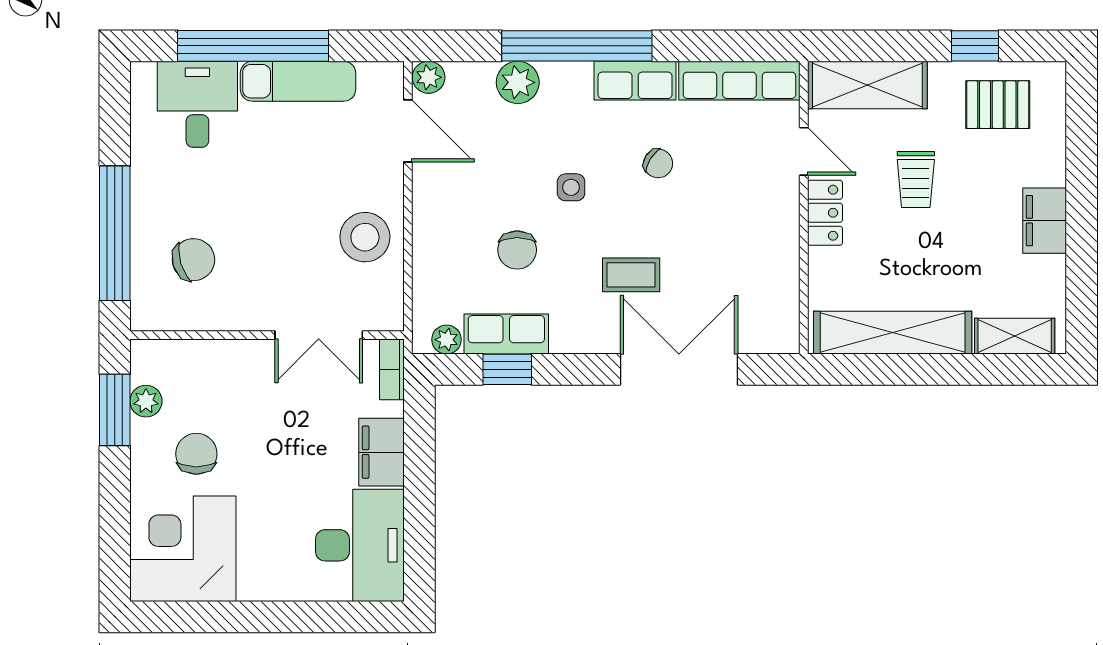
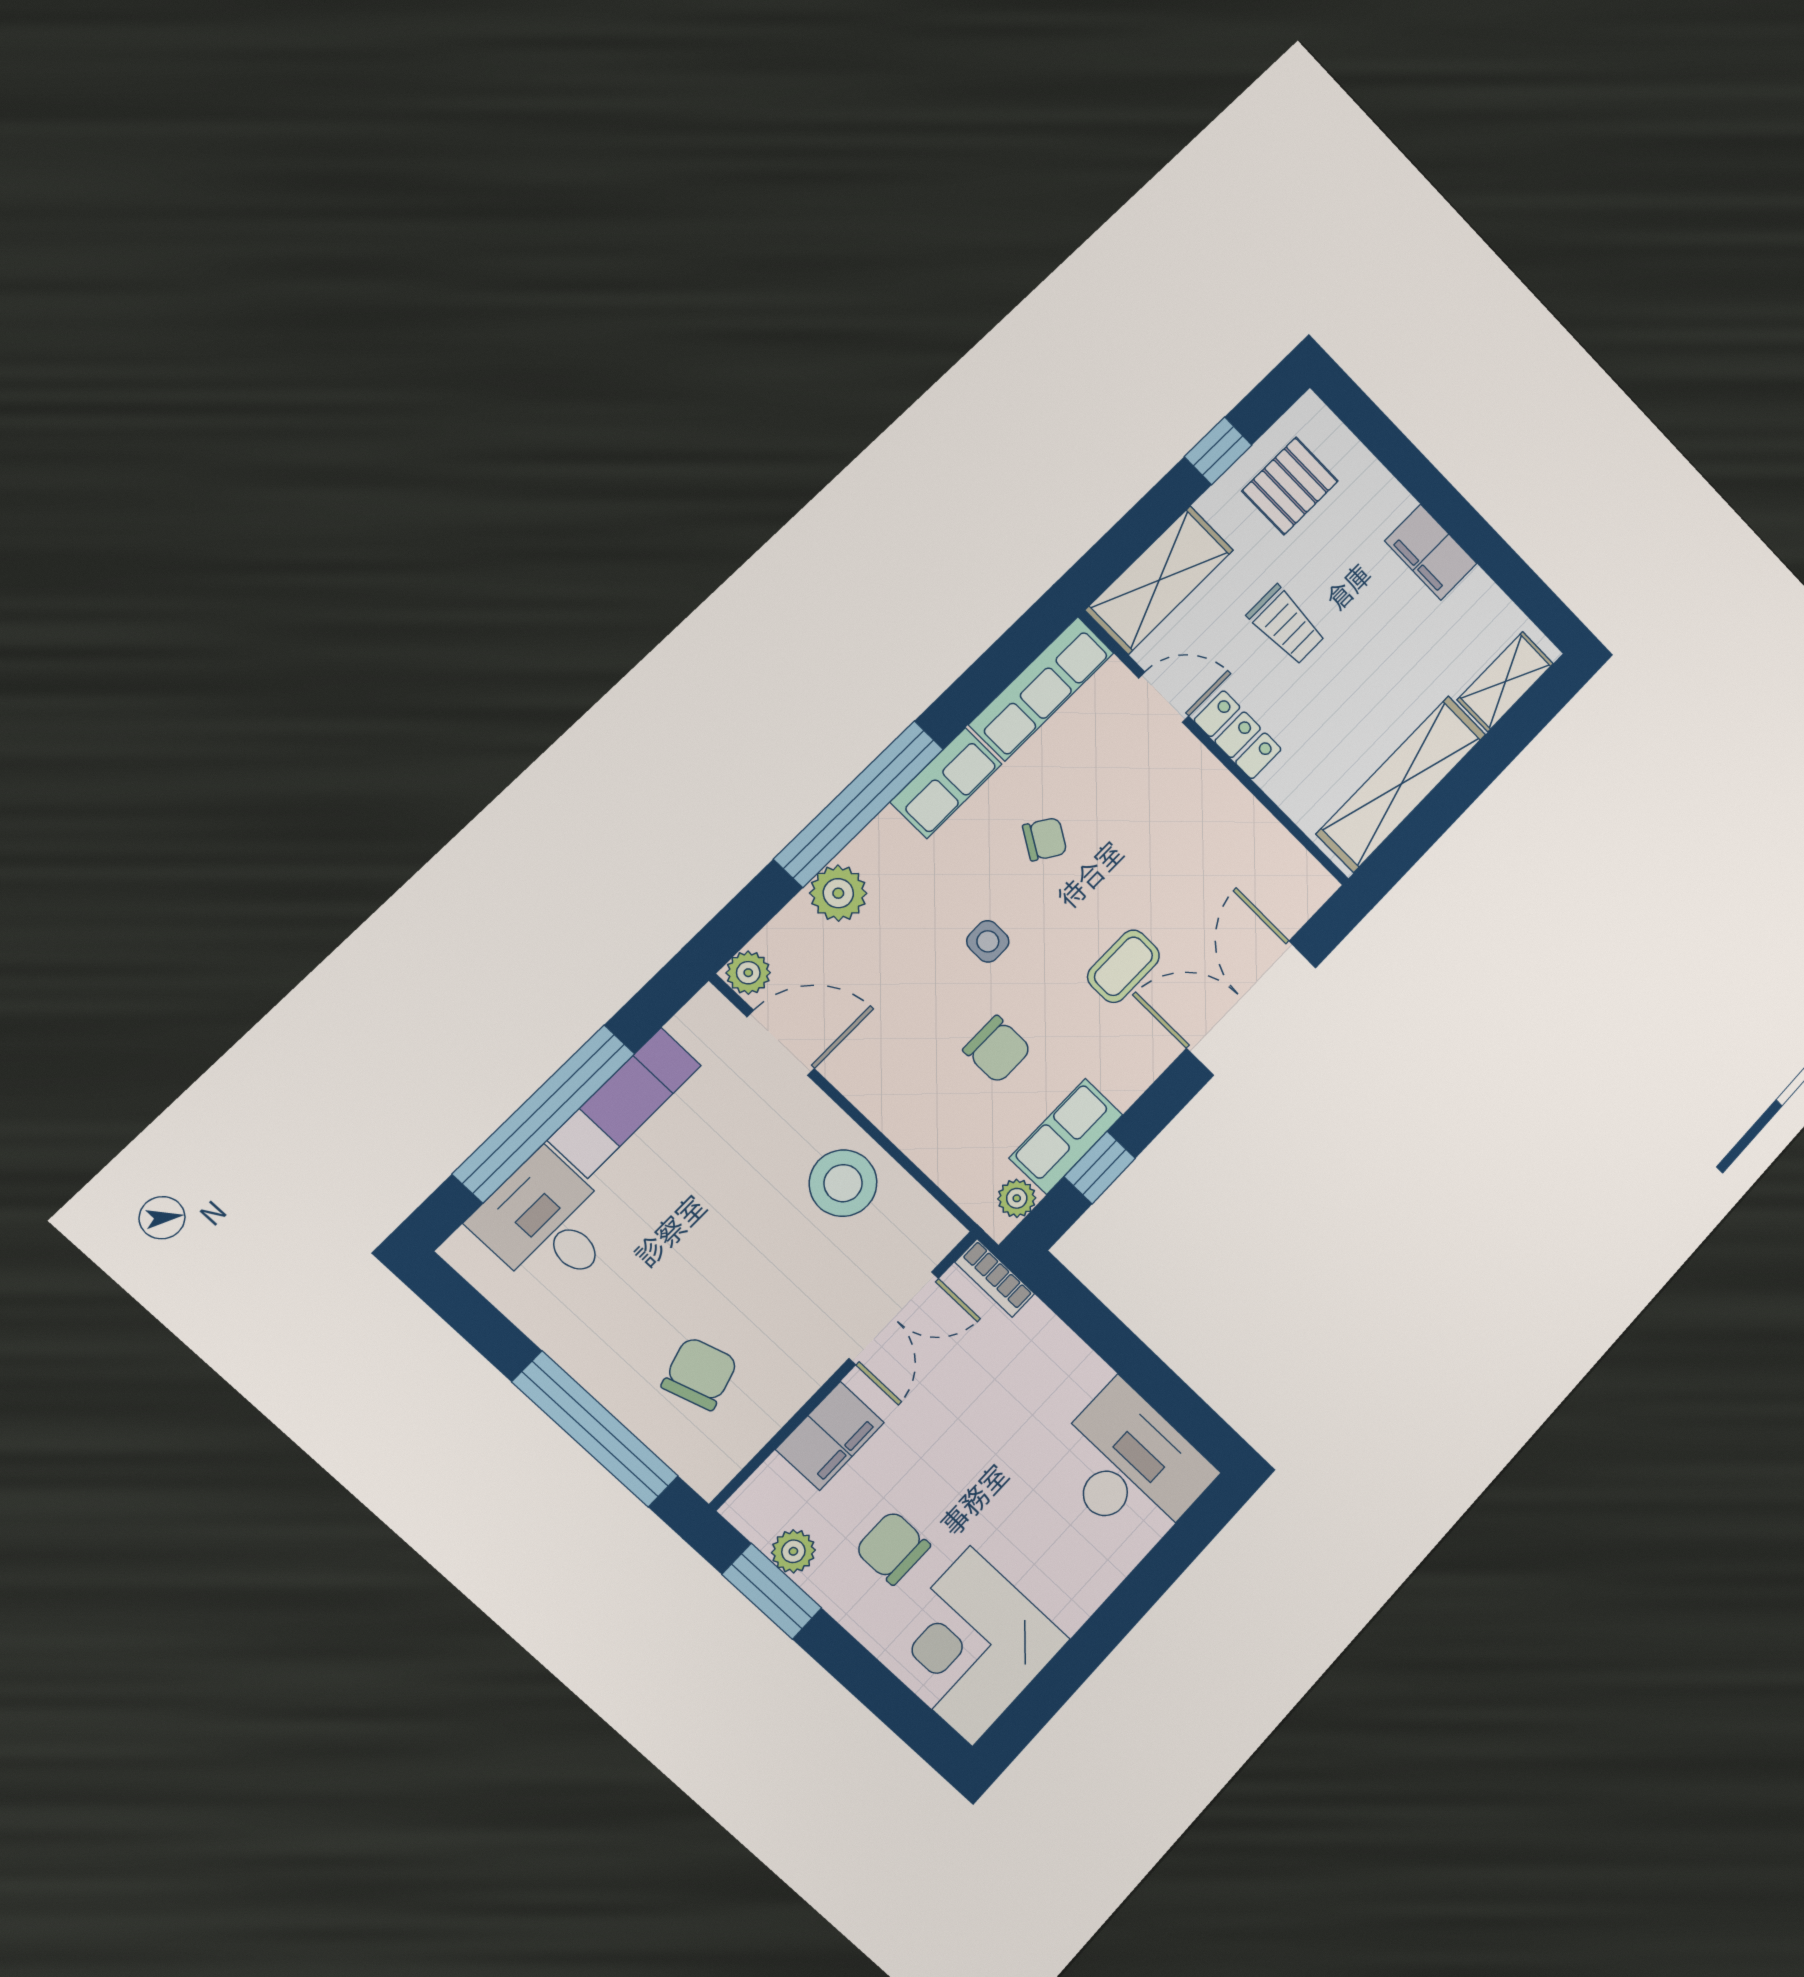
filing cabinet: (381, 452) -> (830, 1436), moved, turned -90

